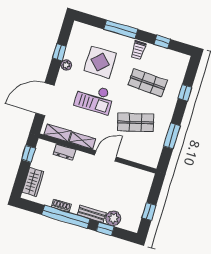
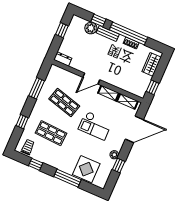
trolley: (138, 50) -> (28, 147), moved
display table: (100, 62) -> (86, 169), moved
checkout: (94, 98) -> (95, 126), turned 180
shop shelf: (136, 122) -> (64, 102), turned 30
dresser: (64, 152) -> (63, 59), moved

